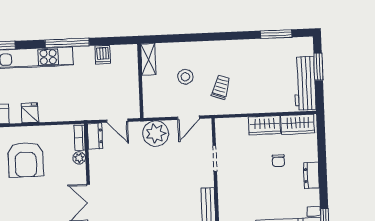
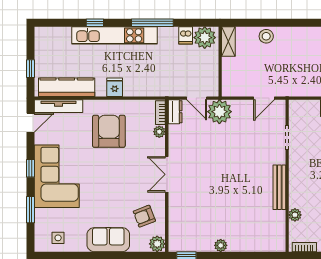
plant: (123, 56) -> (205, 38), added
stool: (185, 77) -> (266, 36), moved
trolley: (221, 87) -> (296, 71), removed
plant: (156, 134) -> (219, 112), moved
armchair: (26, 160) -> (109, 131), turned 180

